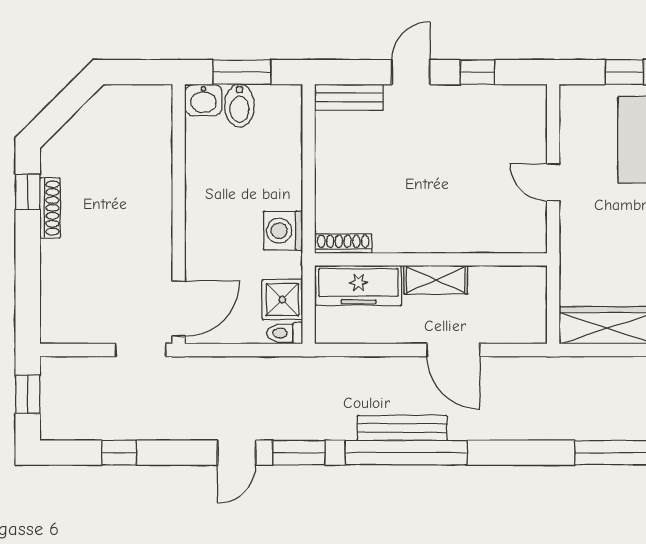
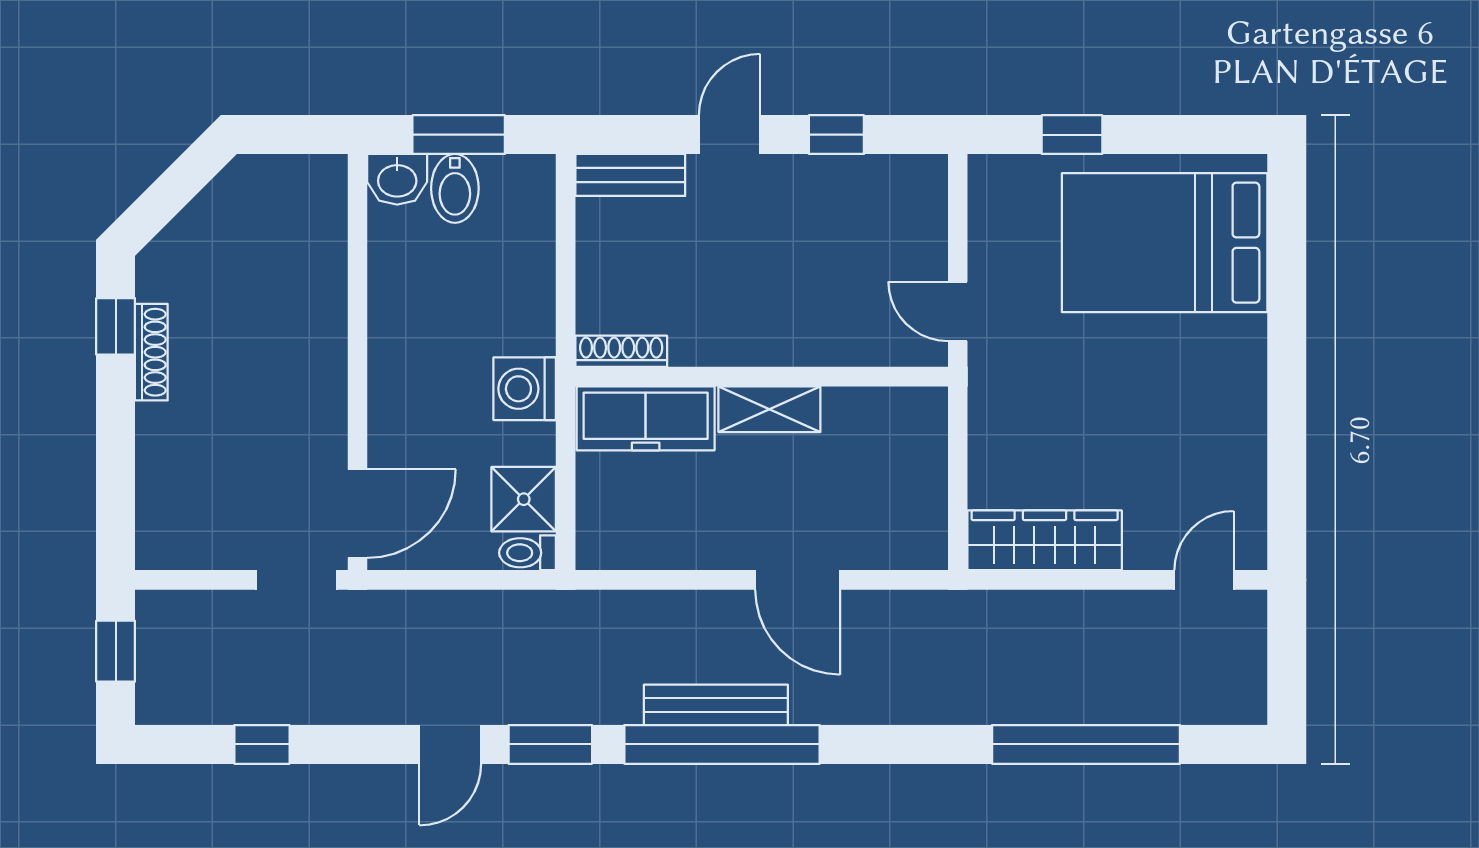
shoe rack: (343, 244) -> (621, 351), moved
wall: (431, 259) -> (762, 377), moved
shelving: (436, 280) -> (769, 409), moved
freezer: (358, 285) -> (646, 418), moved

